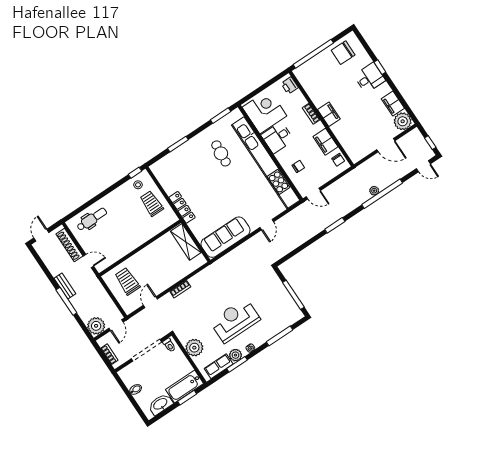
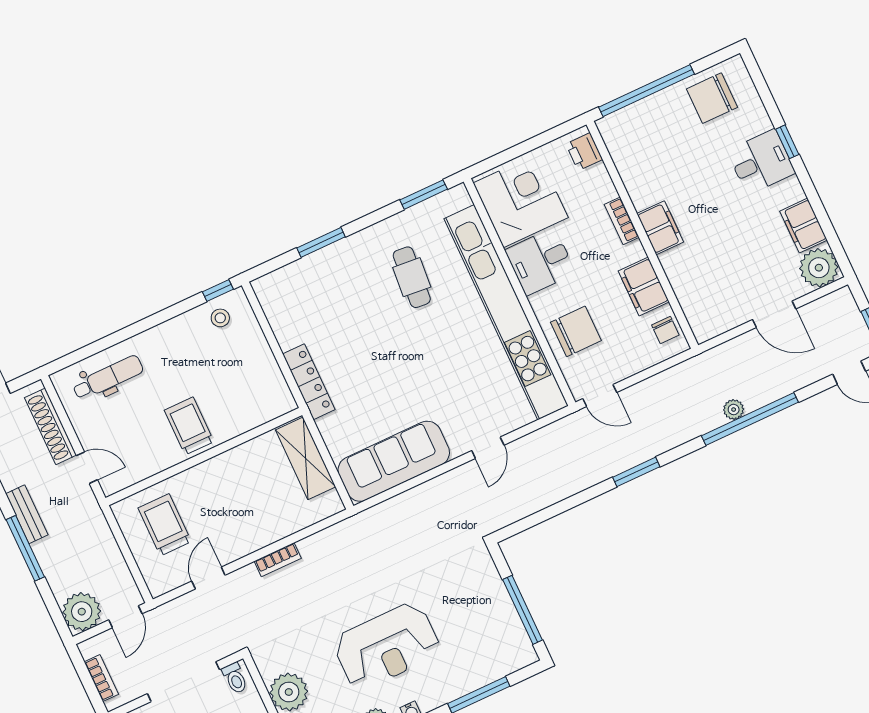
chair: (298, 166) -> (576, 331), width x1.87, depth x1.87
trolley: (152, 204) -> (189, 426), moved
reception desk: (235, 320) -> (387, 646), turned 180

